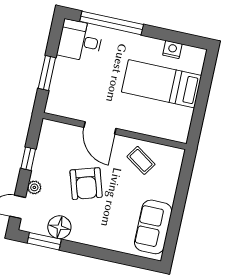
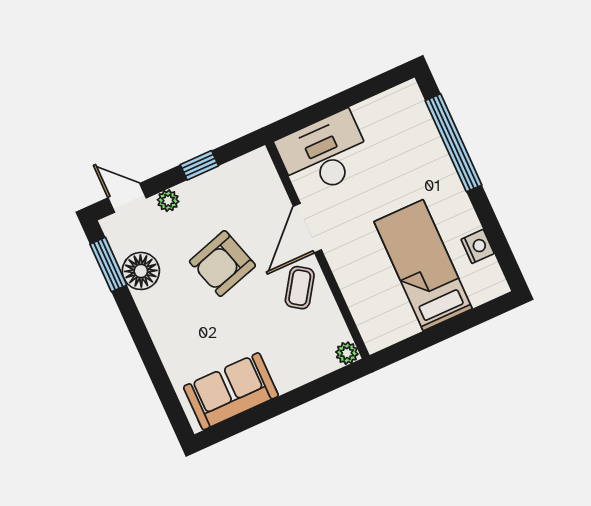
desk: (80, 41) -> (324, 154), moved, width x1.37
window: (47, 73) -> (327, 107), removed
plant: (177, 155) -> (347, 353), added
coffee table: (141, 160) -> (300, 288), moved

